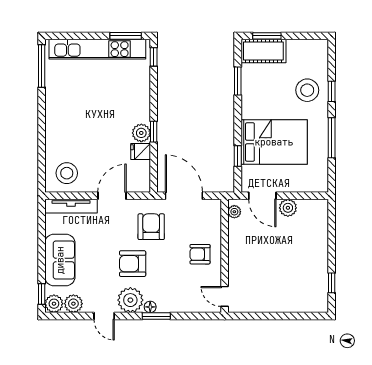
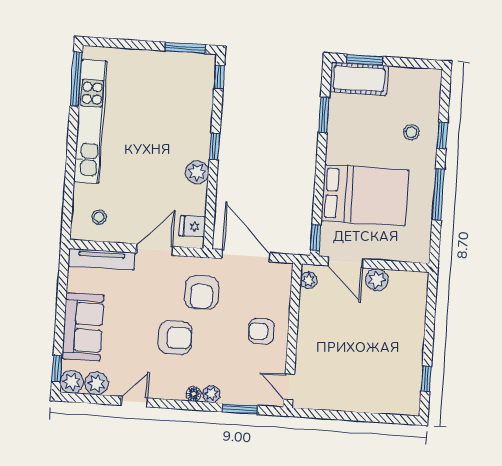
kitchen unit: (97, 49) -> (90, 121), moved, turned -90
stool: (307, 90) -> (411, 132), width x0.53, depth x0.53
window: (154, 132) -> (215, 146), moved
fridge: (141, 152) -> (193, 226), moved
window: (238, 156) -> (316, 238), moved
stool: (67, 173) -> (99, 217), width x0.53, depth x0.53
armchair: (151, 227) -> (202, 292), turned 180
armchair: (133, 264) -> (175, 338), turned 180
plant: (130, 300) -> (211, 394), moved, width x0.53, depth x0.53
door: (104, 316) -> (134, 402), swing flipped
window: (156, 316) -> (240, 409), moved

